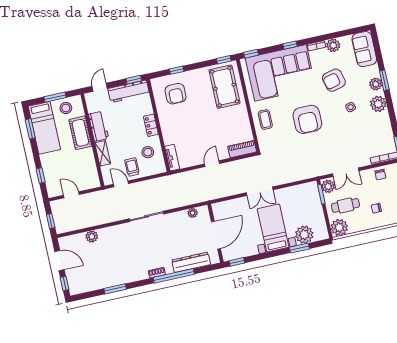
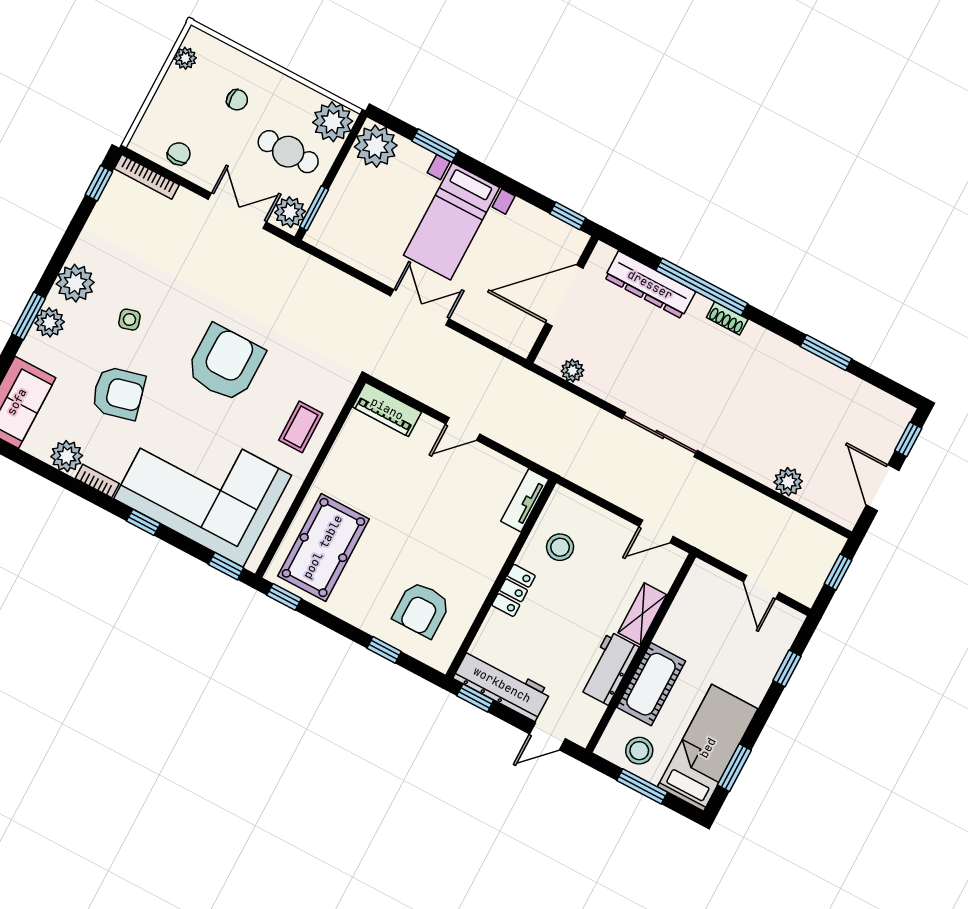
armchair: (176, 94) -> (422, 609), turned 180
trolley: (132, 167) -> (611, 545), removed
door: (121, 184) -> (656, 531), hinge flipped
plant: (304, 235) -> (376, 146), moved

